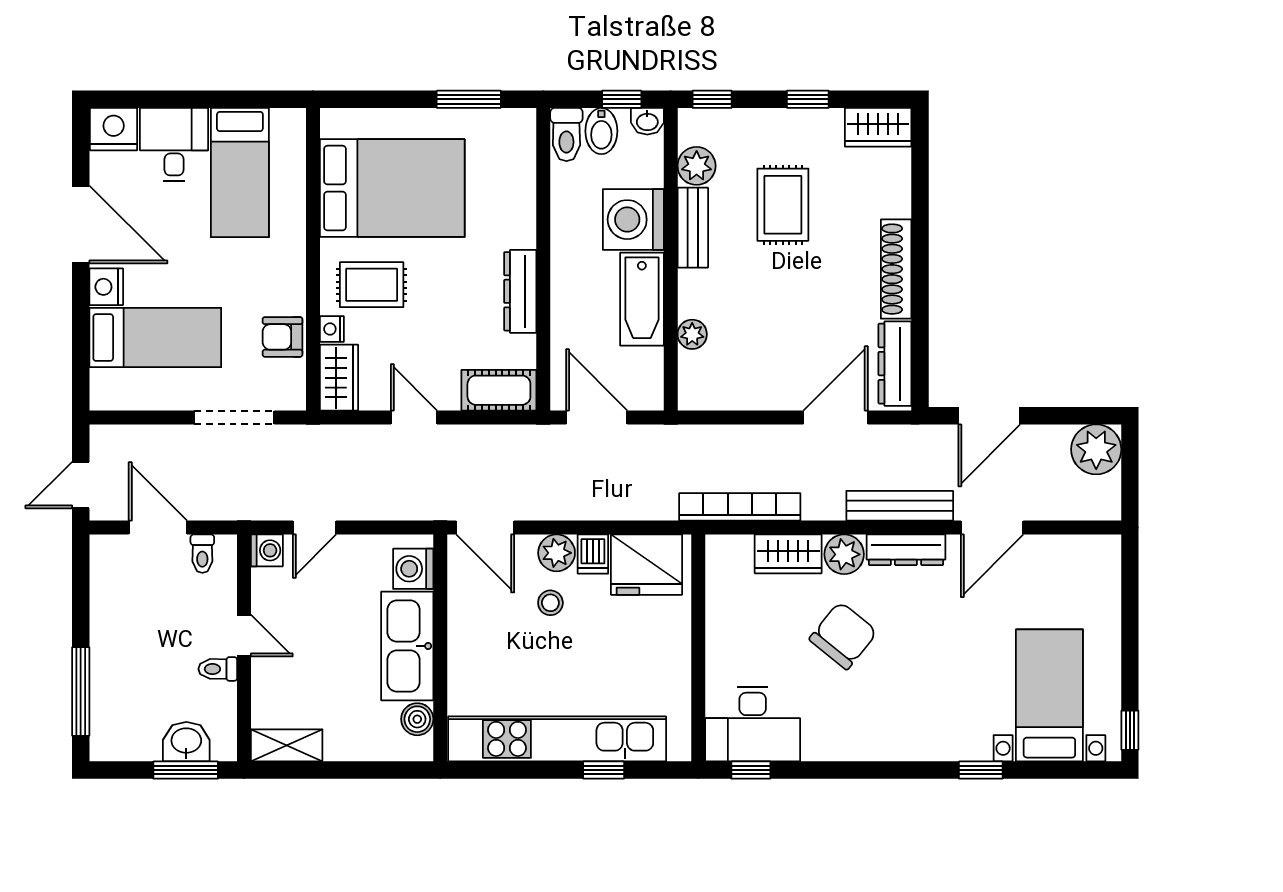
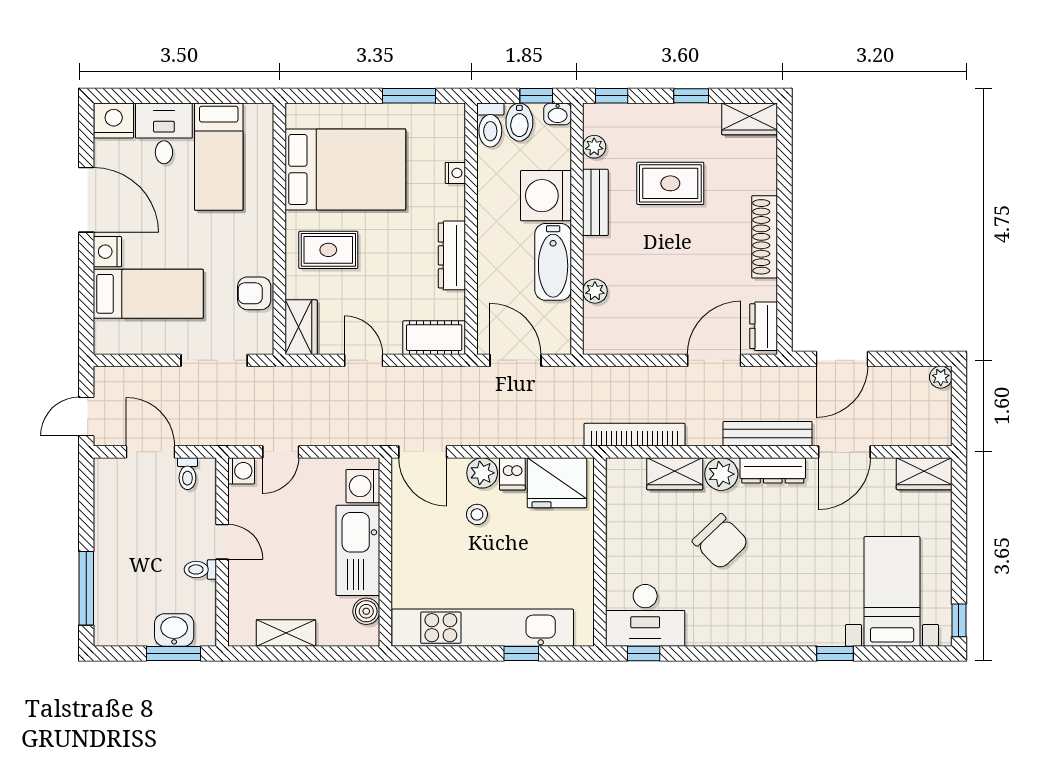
plant: (697, 166) -> (594, 147), width x0.73, depth x0.73
rug: (783, 205) -> (670, 183), turned 90
nightstand: (332, 329) -> (455, 173), moved, turned 180
dresser: (895, 364) -> (764, 326), width x0.70
plant: (1096, 449) -> (941, 377), width x0.53, depth x0.53
wardrobe: (1088, 554) -> (924, 474), added
chair: (843, 636) -> (721, 542), turned 97
shelving: (287, 745) -> (286, 633), moved

